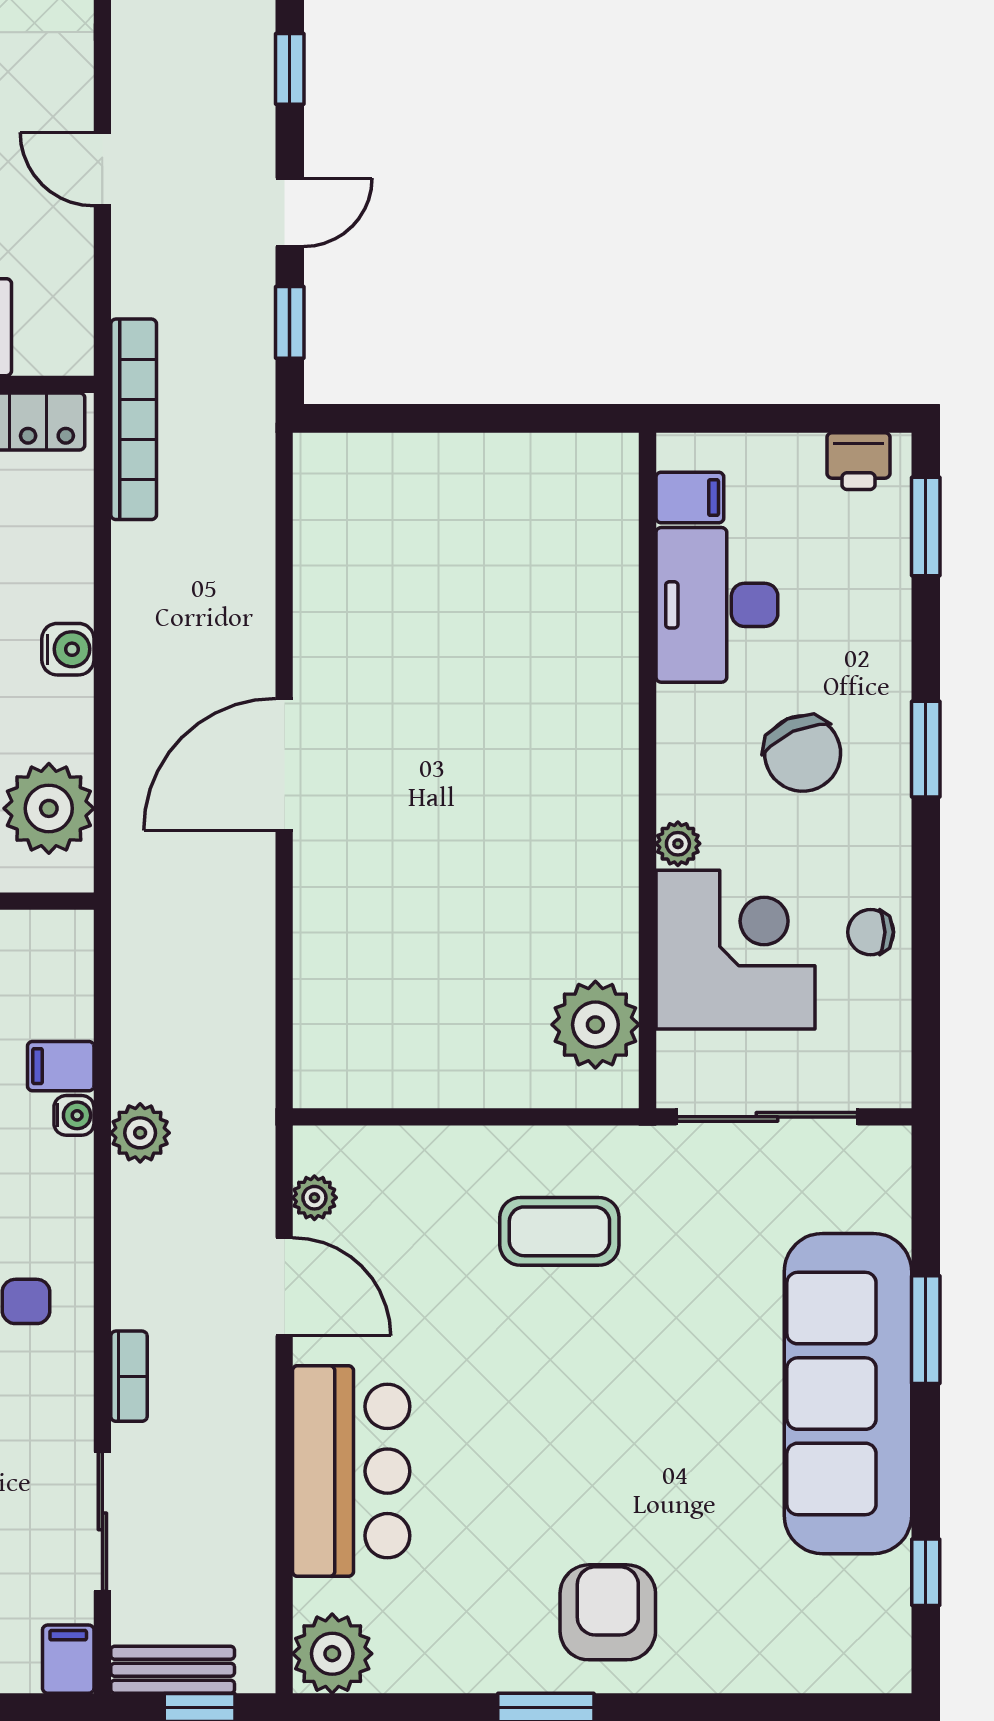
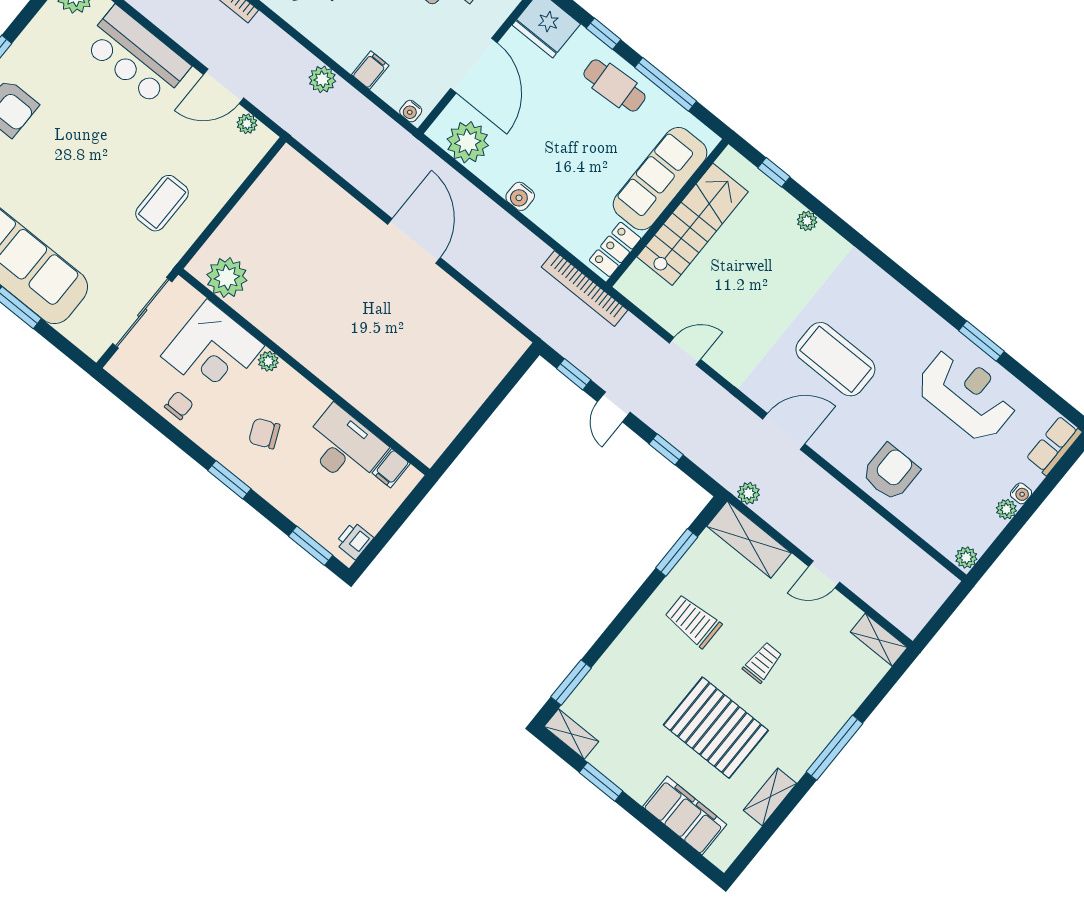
chair: (803, 753) -> (264, 433), width x0.73, depth x0.73
water cooler: (74, 1115) -> (411, 111), moved

